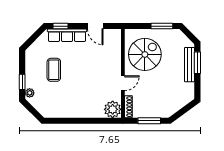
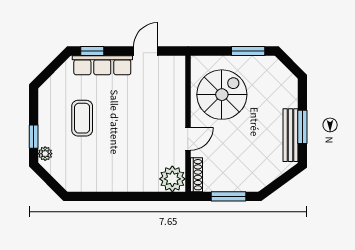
door: (95, 26) -> (146, 51), swing flipped
window: (197, 63) -> (302, 127), moved
bench: (190, 65) -> (290, 135), moved

